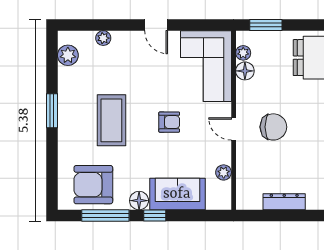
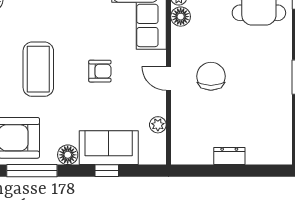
chair: (273, 127) -> (211, 76), turned -90
dresser: (284, 202) -> (229, 156), width x0.70
window: (155, 216) -> (107, 171), moved

